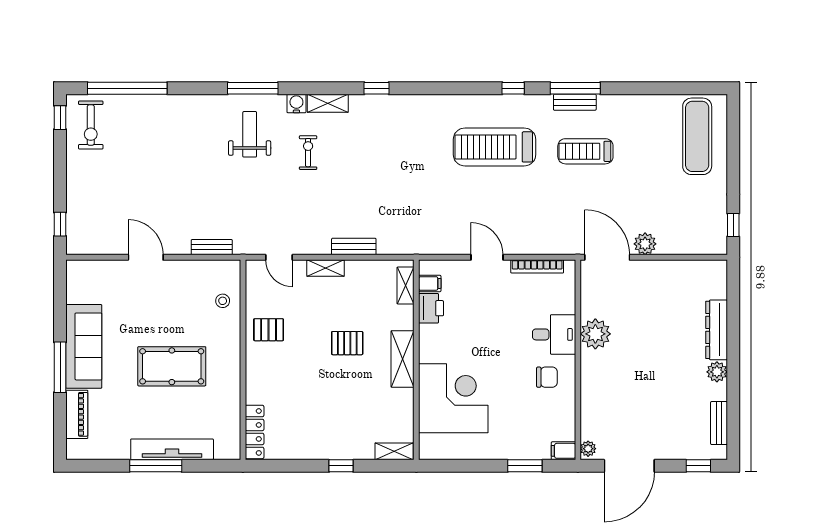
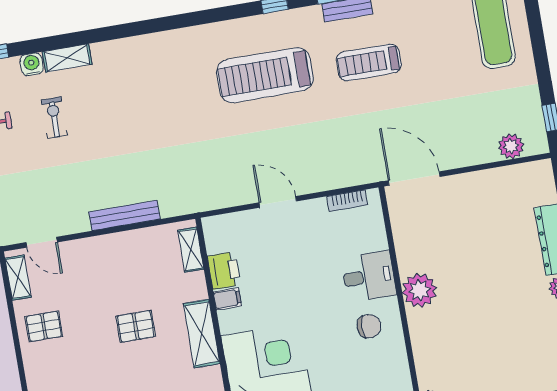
window: (377, 88) -> (120, 31), removed
plant: (645, 244) -> (511, 146), moved
bench: (354, 247) -> (124, 215), width x1.36
bookcase: (537, 266) -> (347, 201), width x0.64
shelving: (326, 268) -> (18, 278), moved, turned 90
filing cabinet: (430, 283) -> (227, 299), moved
plant: (595, 334) -> (419, 290), moved

